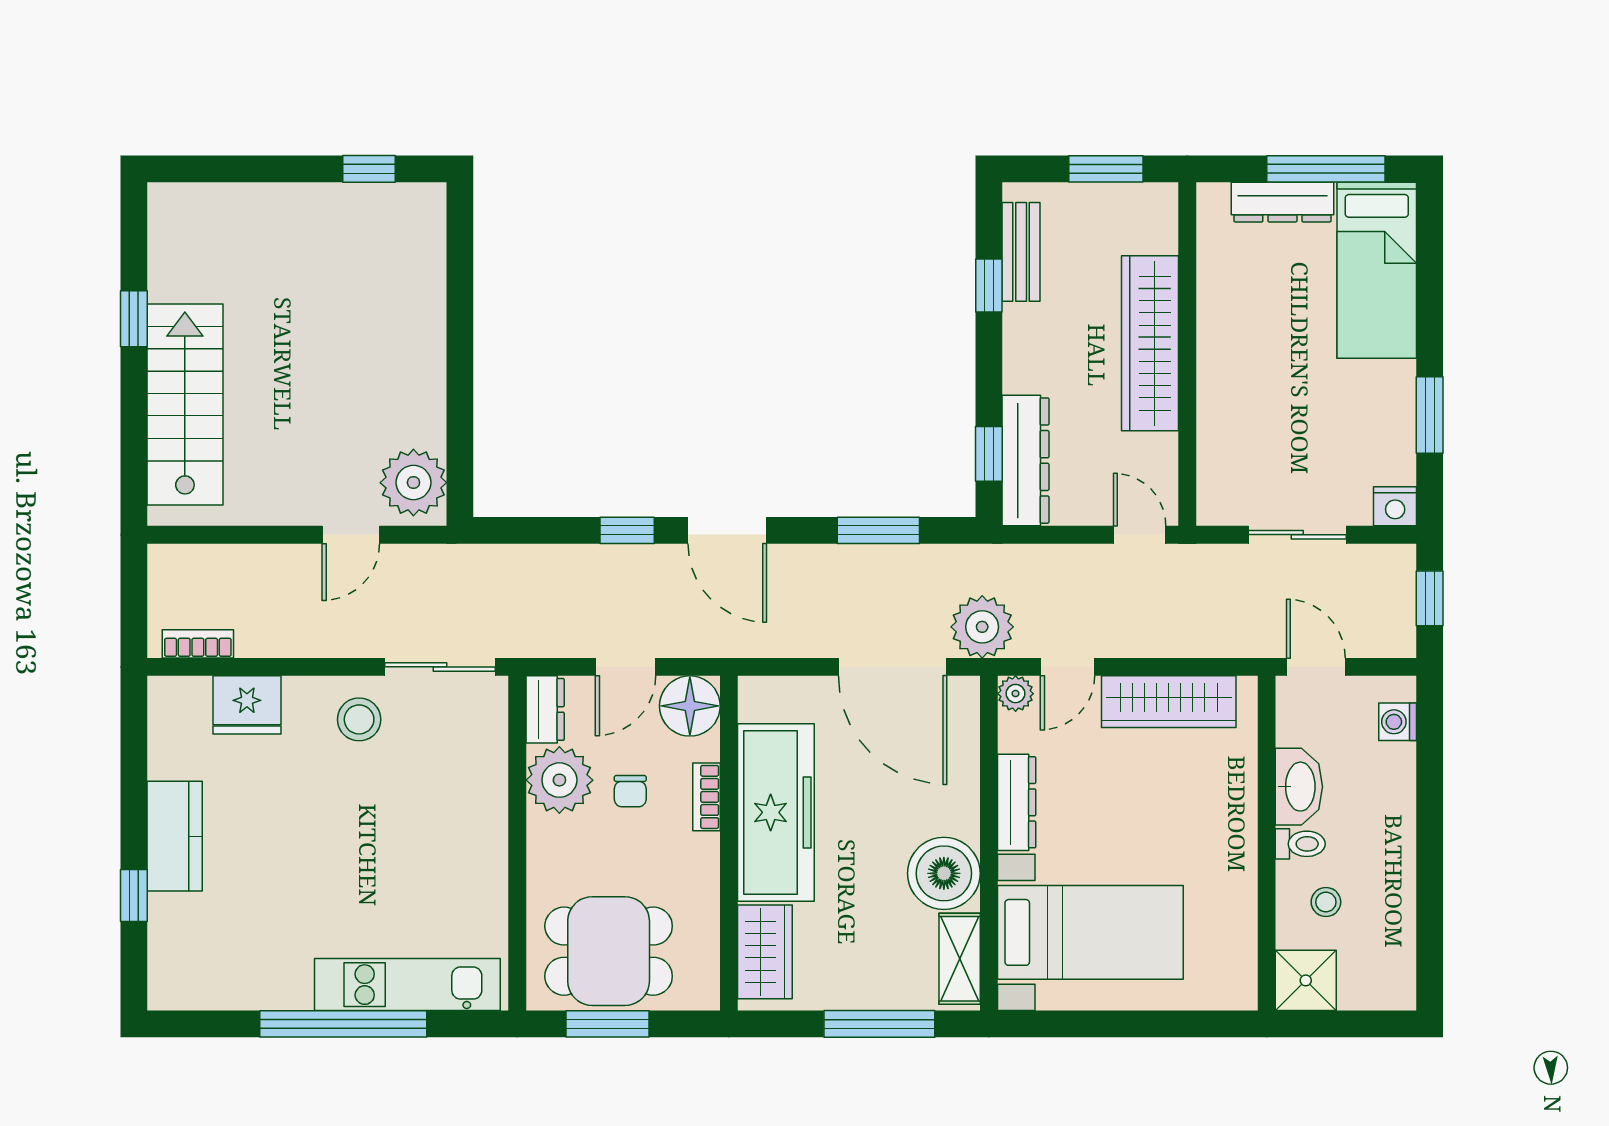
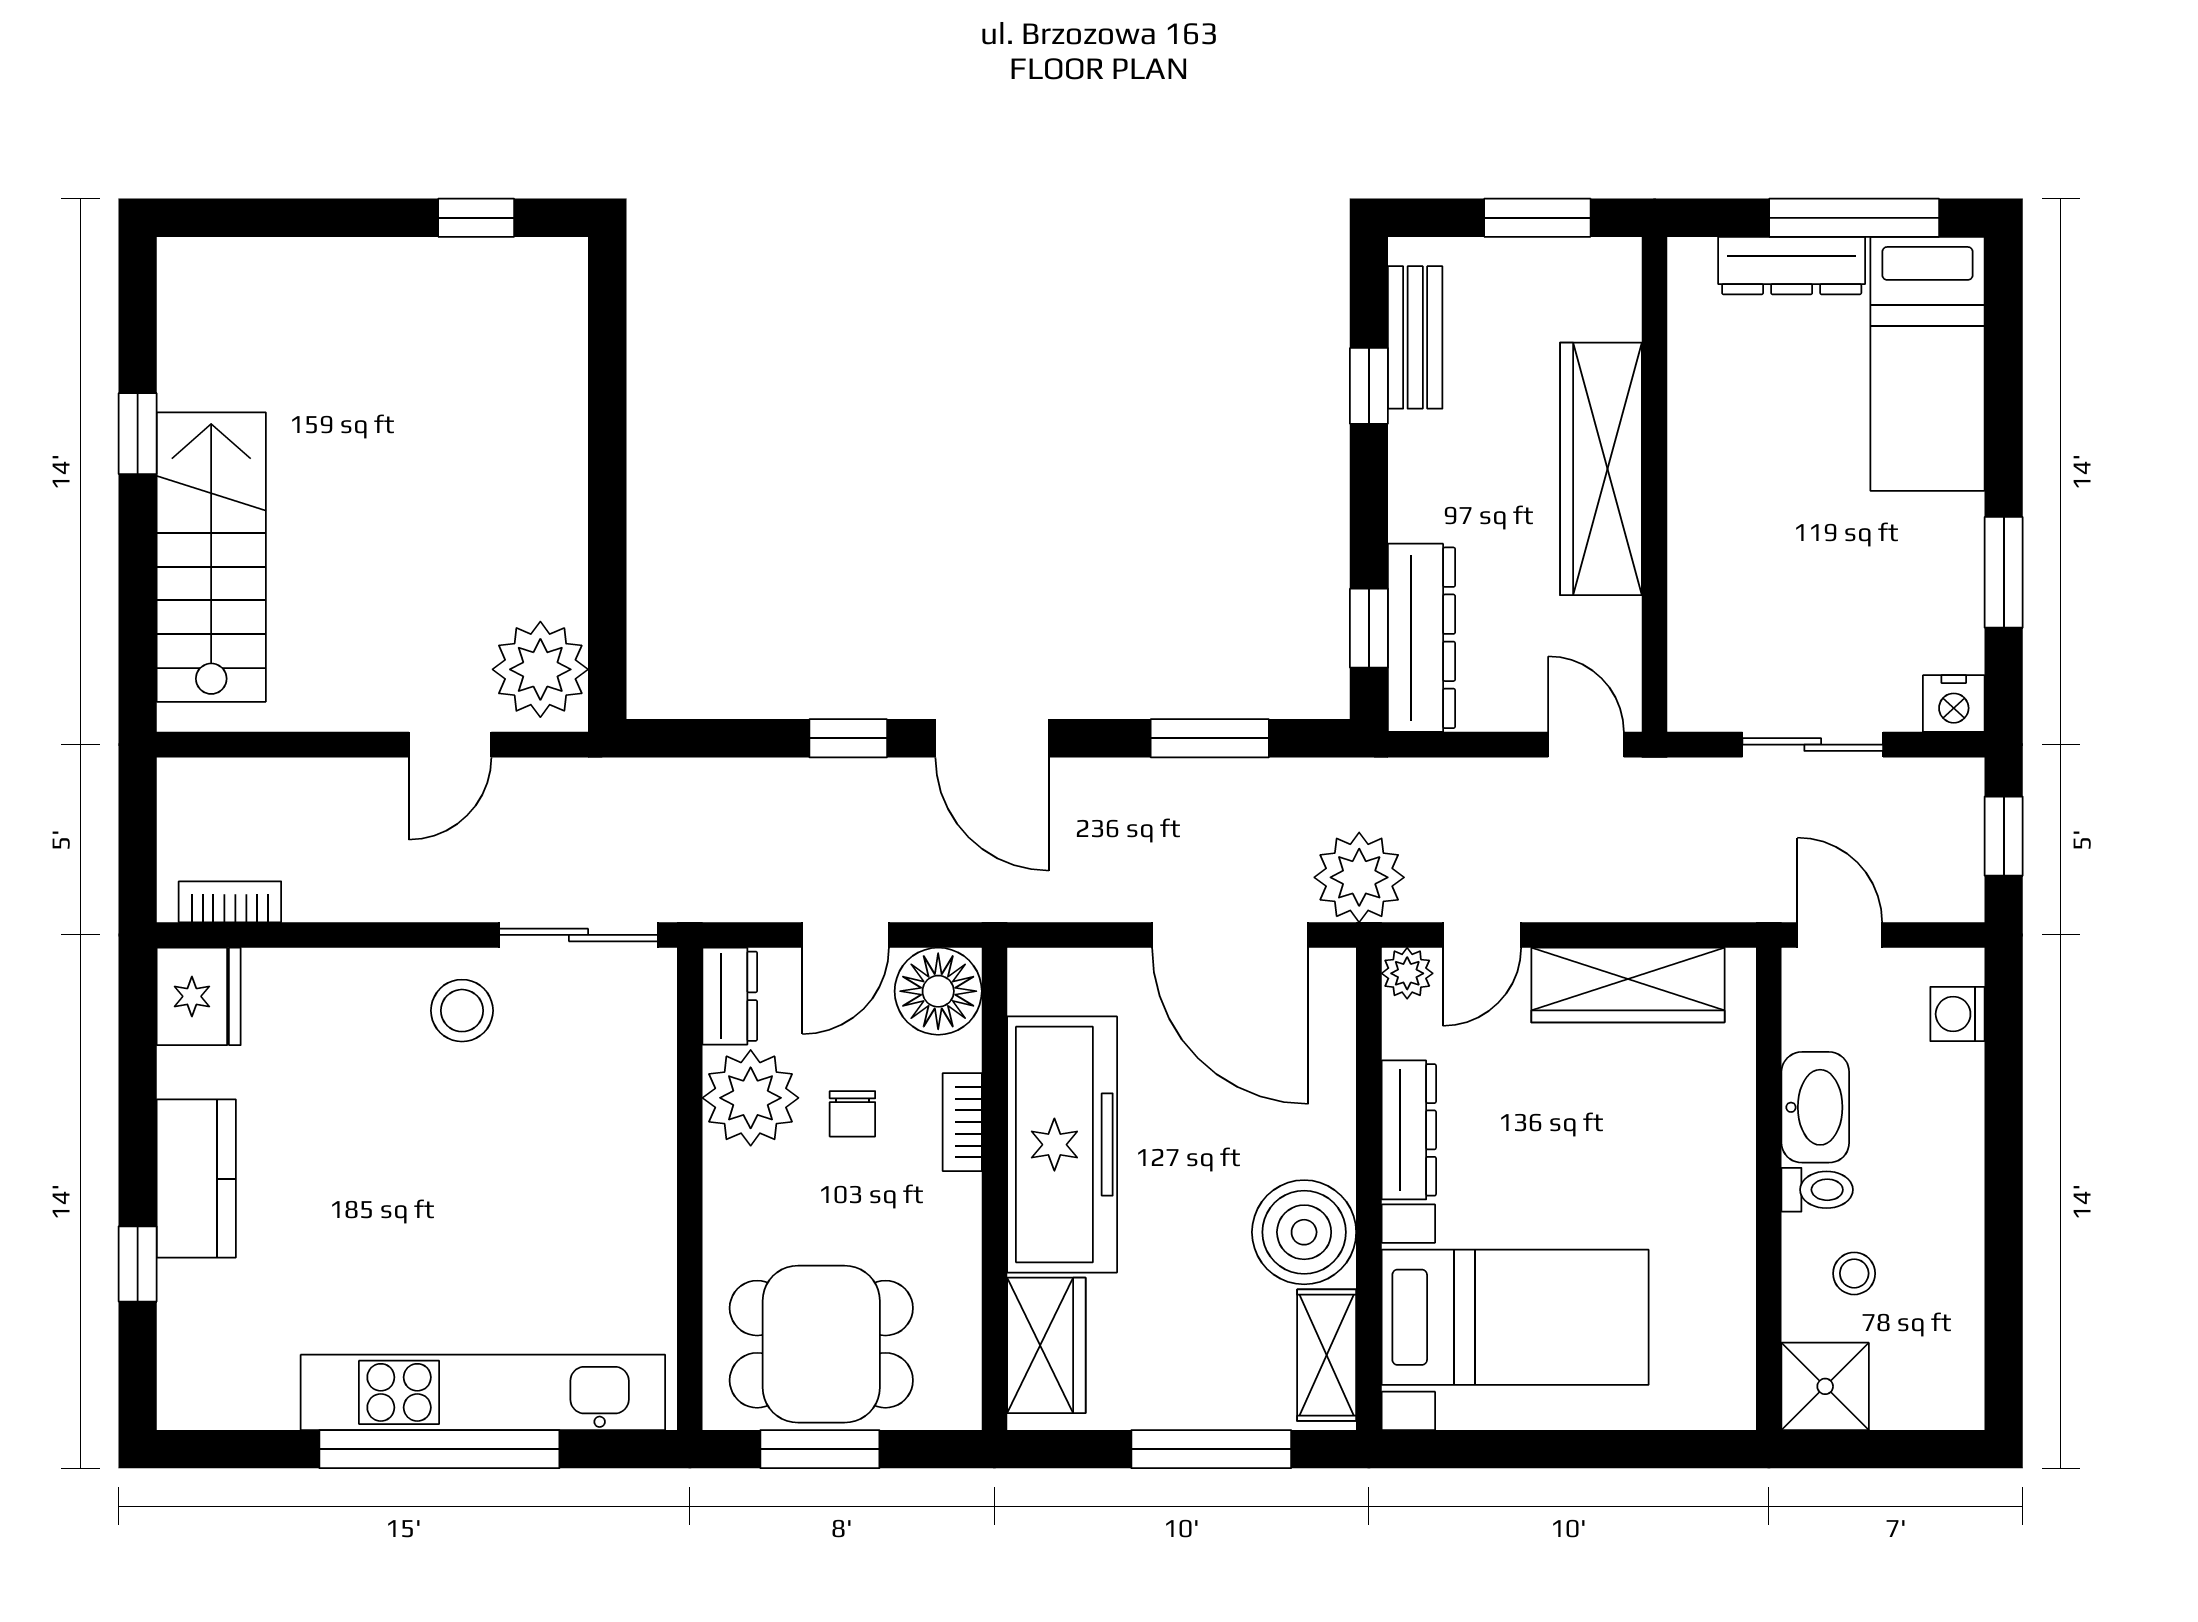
fridge: (247, 705) -> (199, 996), moved, turned -90
kitchen unit: (407, 985) -> (483, 1392), width x1.36

